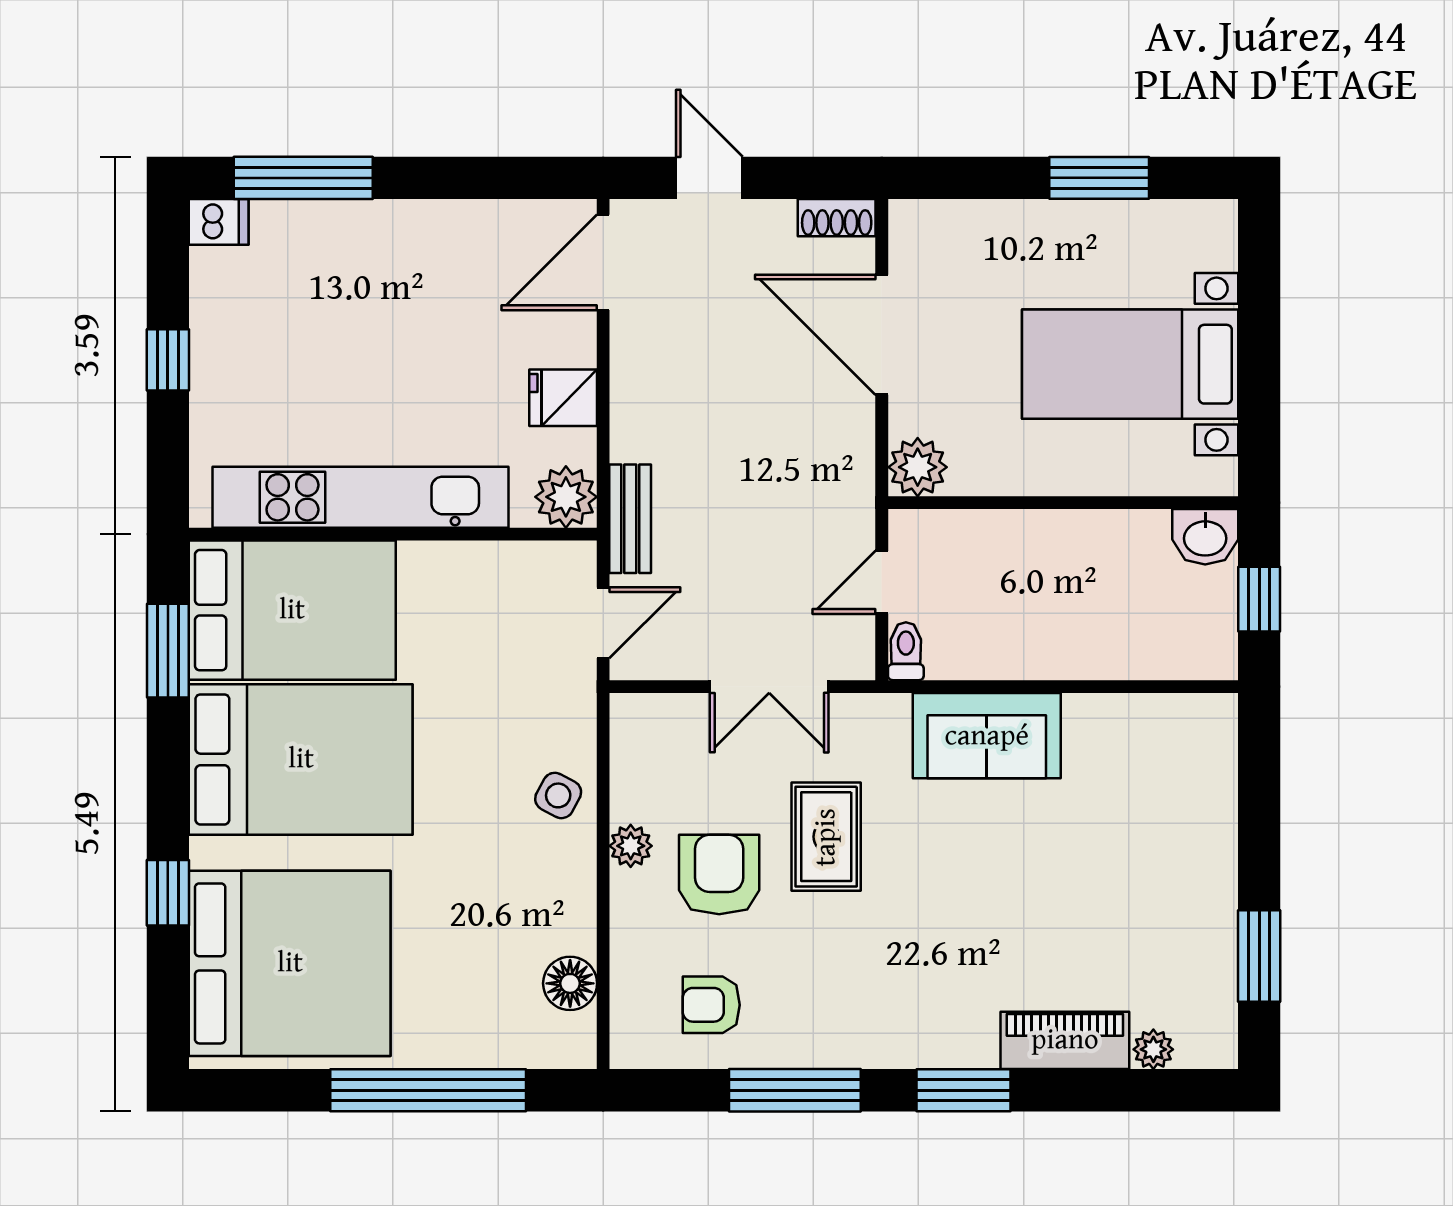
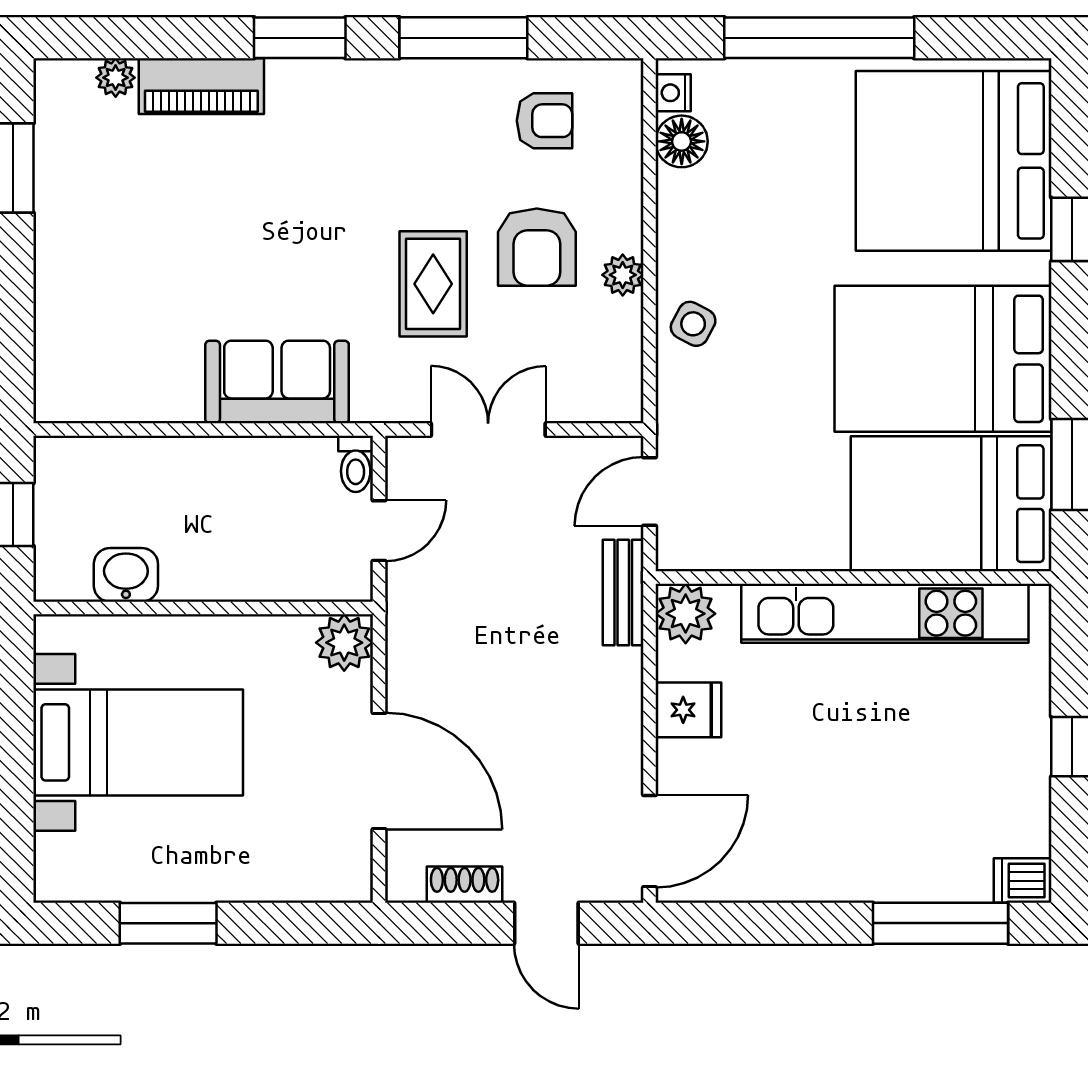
shoe rack: (837, 218) -> (465, 885), moved
washbasin: (1205, 537) -> (126, 575), moved
nightstand: (579, 1034) -> (673, 93), added

